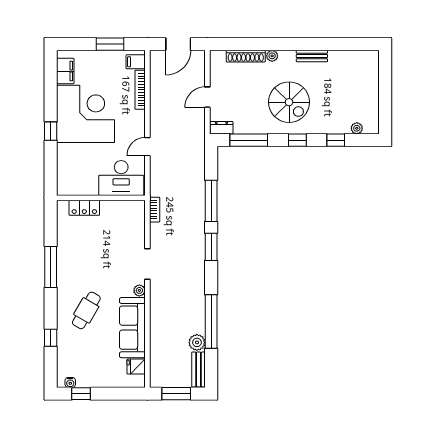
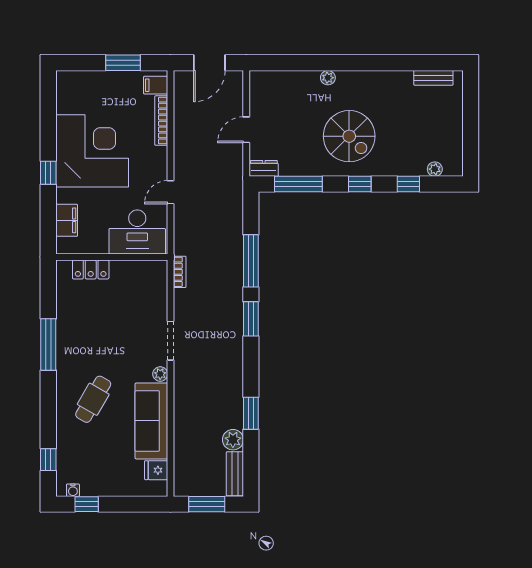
shoe rack: (246, 56) -> (295, 78), removed
bench: (312, 56) -> (433, 78), moved
filing cabinet: (65, 71) -> (67, 220), moved
window: (211, 322) -> (251, 413), width x0.47
window: (51, 338) -> (48, 460), moved

